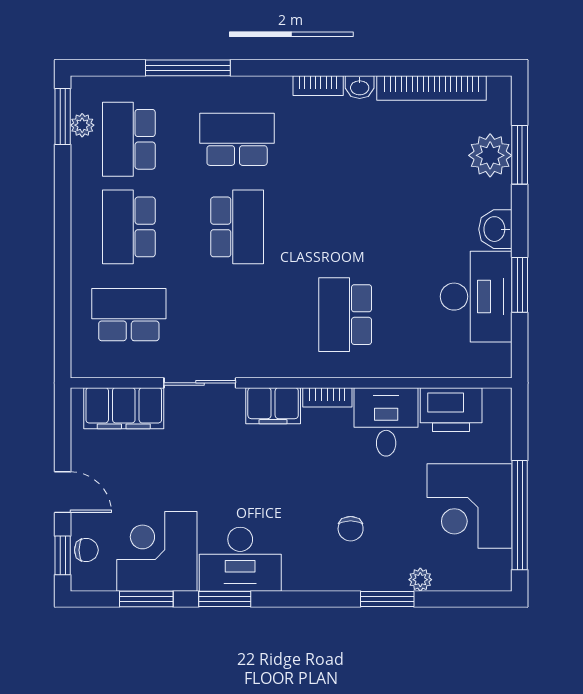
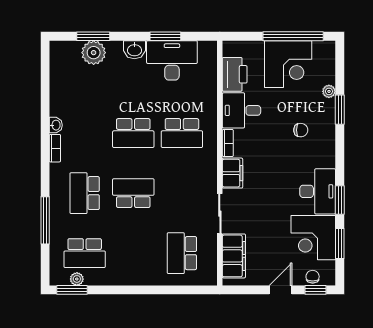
bookcase: (432, 88) -> (56, 85), removed
school desk: (129, 227) -> (133, 133), moved

